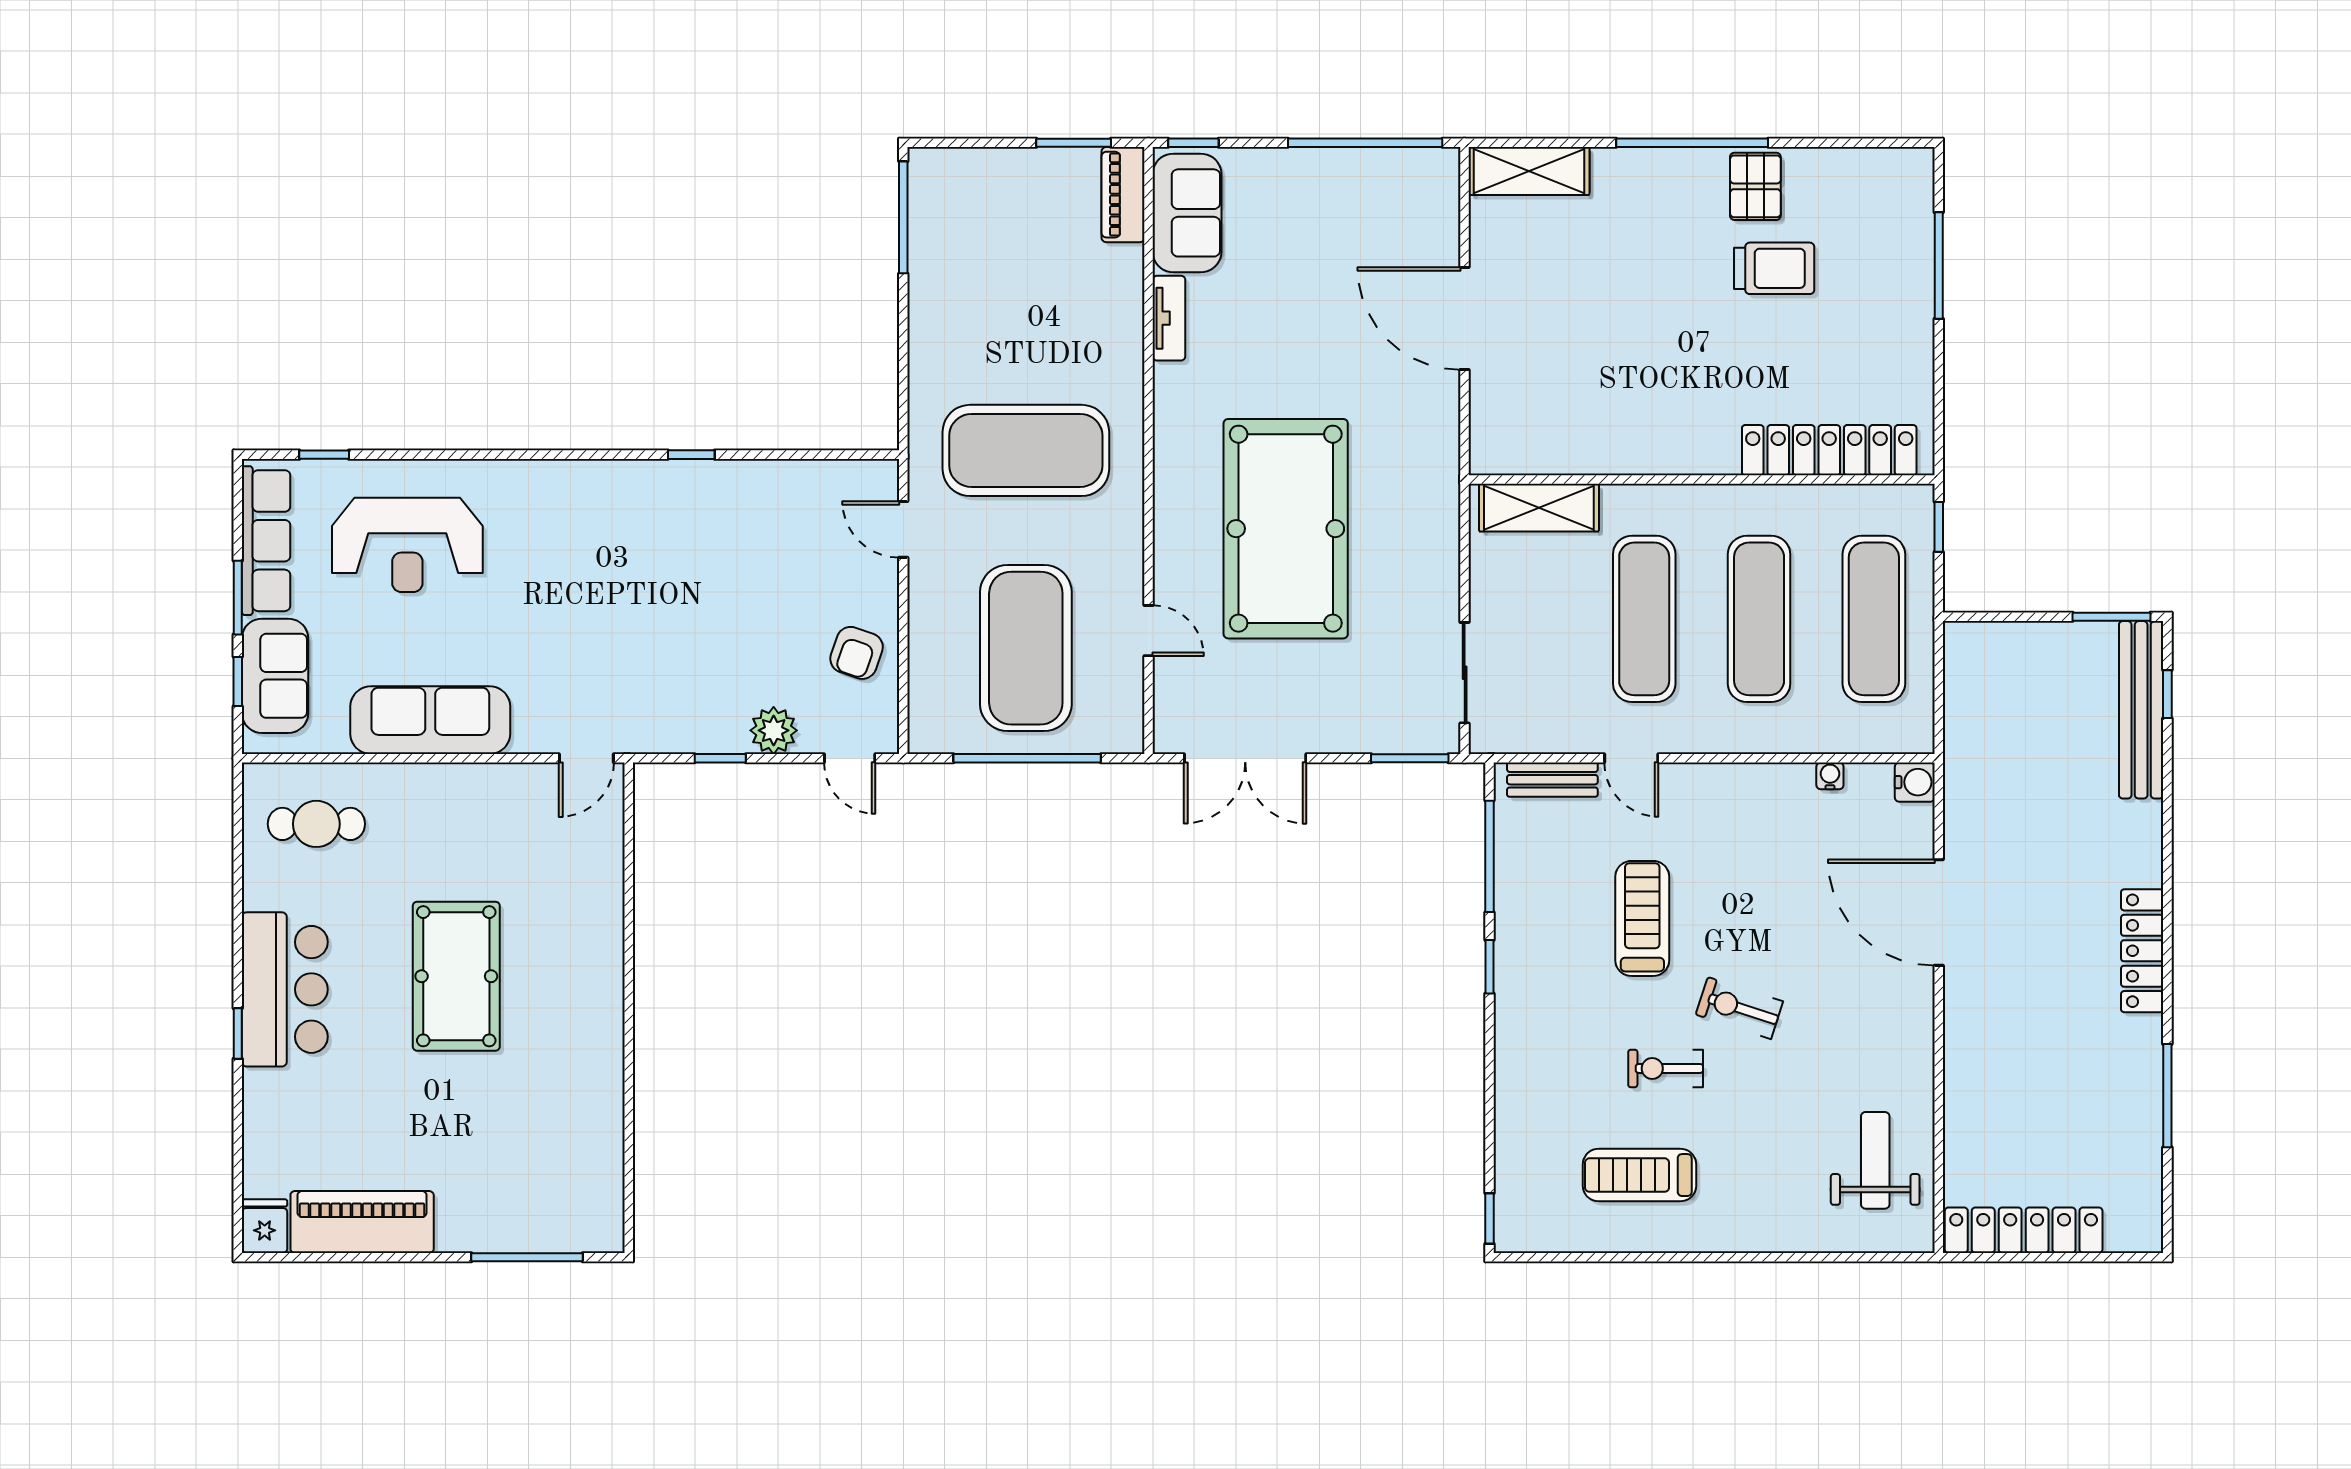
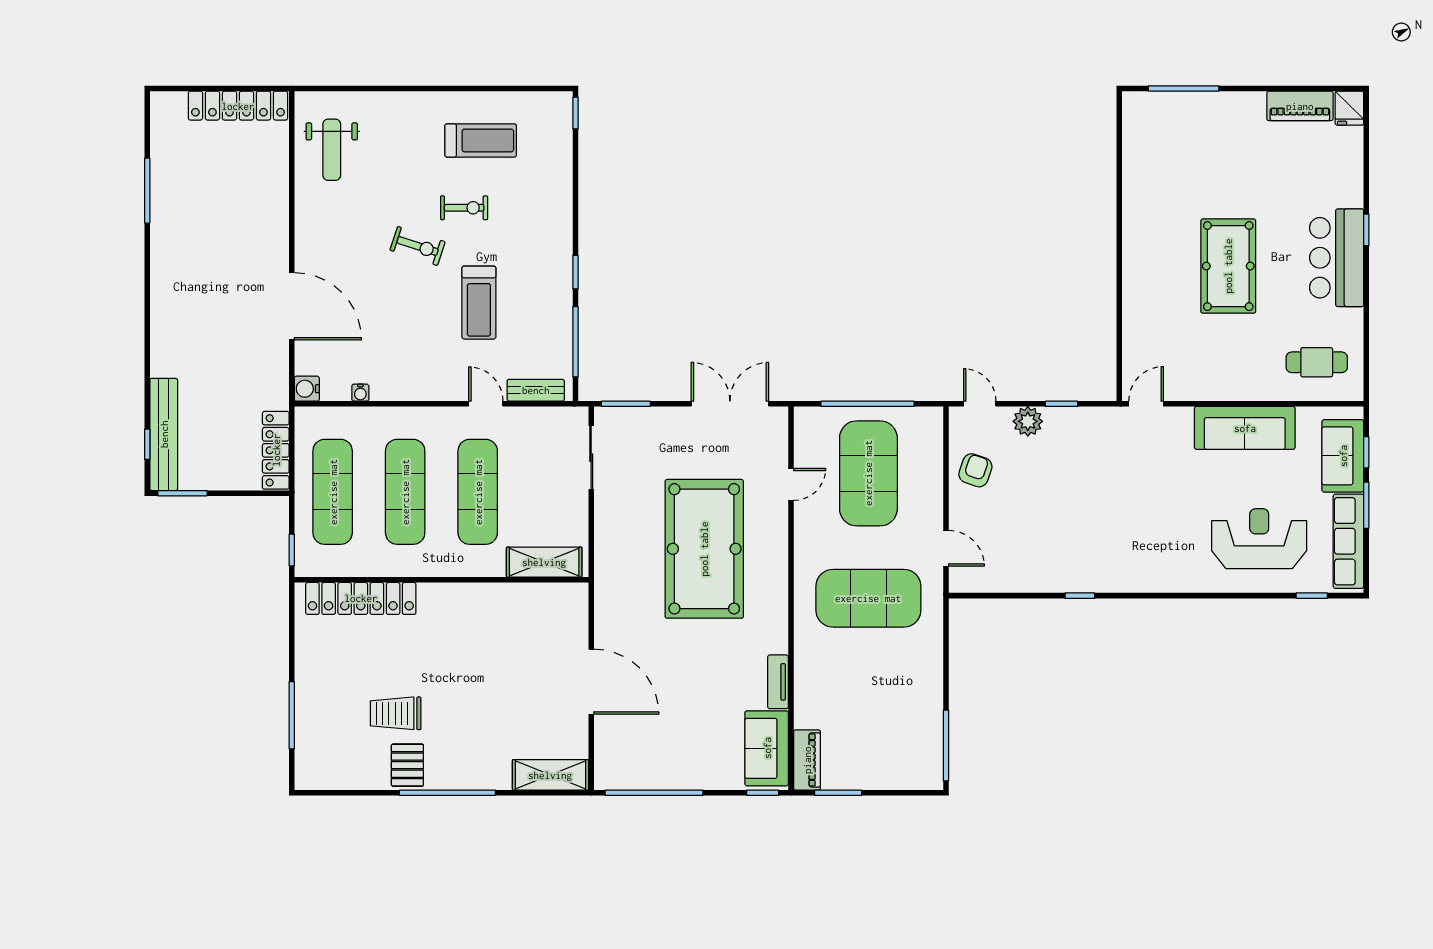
door: (1149, 631) -> (791, 484), swing flipped
locker: (2142, 951) -> (276, 450), moved, turned 180
piano: (362, 1222) -> (1300, 106), width x0.73, depth x0.75

